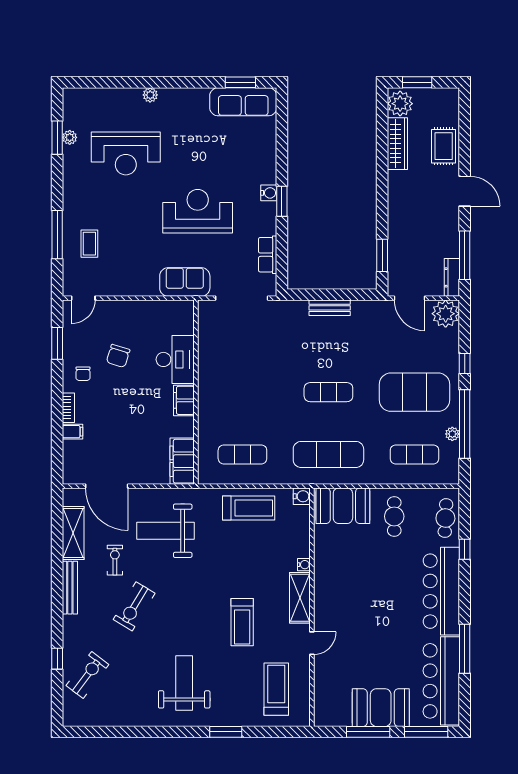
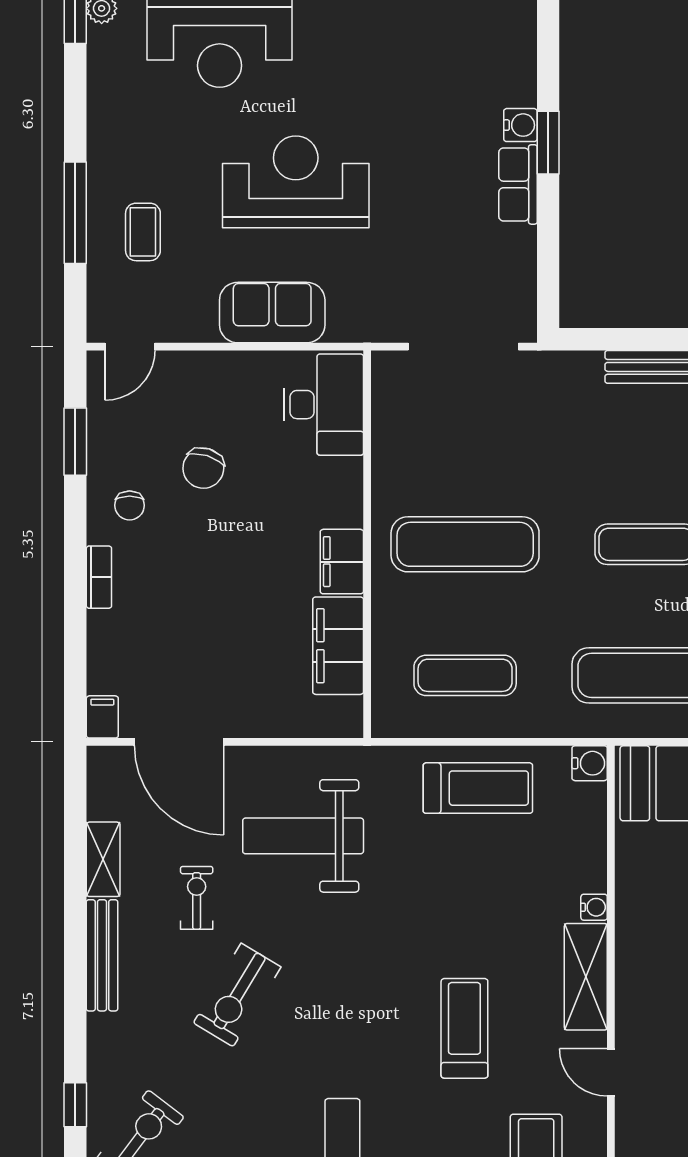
reception desk: (198, 211) -> (296, 182), moved
row of seats: (268, 255) -> (518, 184), moved
sofa: (185, 282) -> (272, 313), moved
desk: (175, 359) -> (324, 405), moved
exercise mat: (242, 392) -> (465, 544), added
filing cabinet: (73, 432) -> (102, 717), moved, turned -90
filing cabinet: (182, 461) -> (338, 646), moved
shelving: (73, 533) -> (103, 859), width x0.67, depth x0.75
treadmill: (242, 622) -> (464, 1028), turned 180
door: (312, 643) -> (611, 1072), swing flipped

